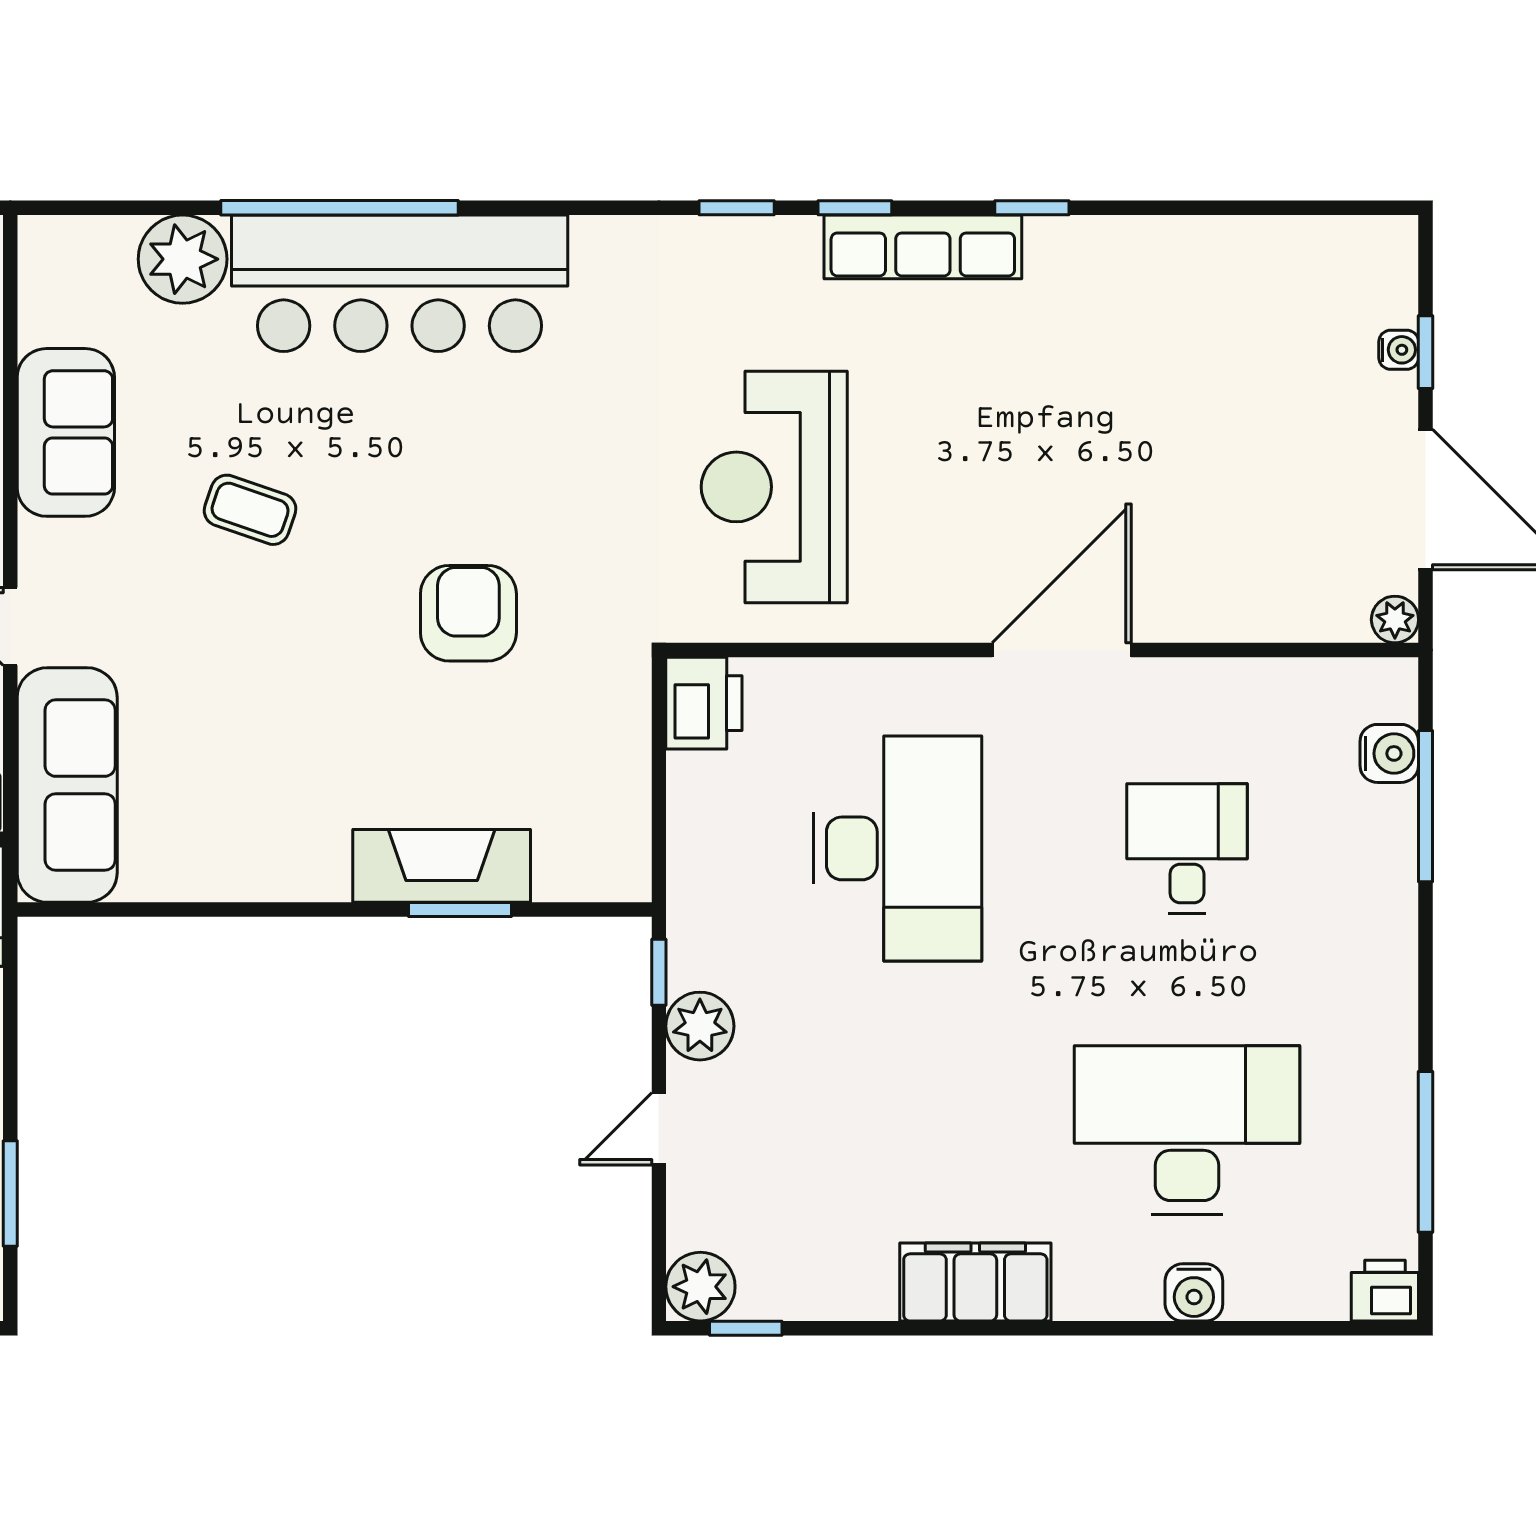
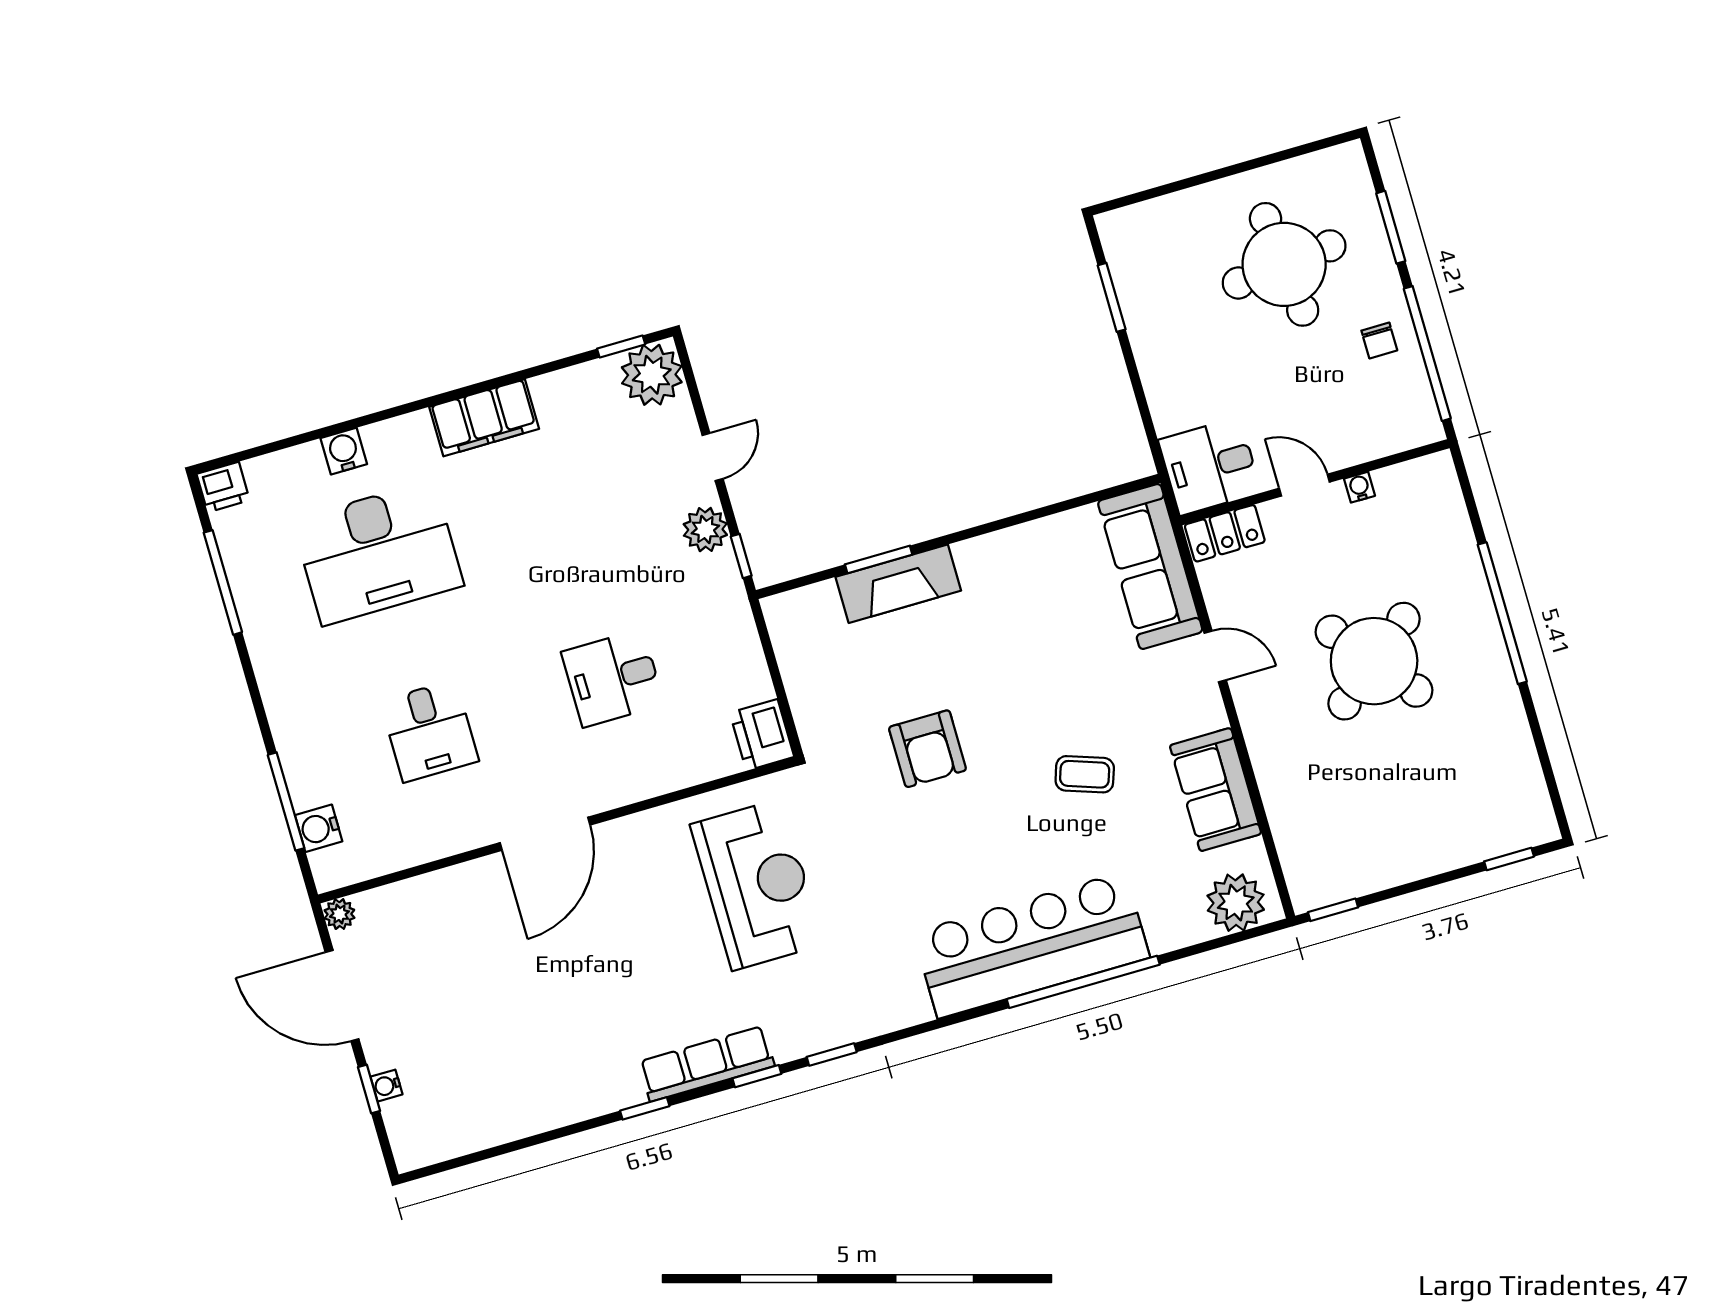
plant: (183, 259) -> (1236, 903), moved
desk: (897, 848) -> (613, 678), width x0.53, depth x0.77
plant: (700, 1287) -> (652, 375), width x1.36, depth x1.36

